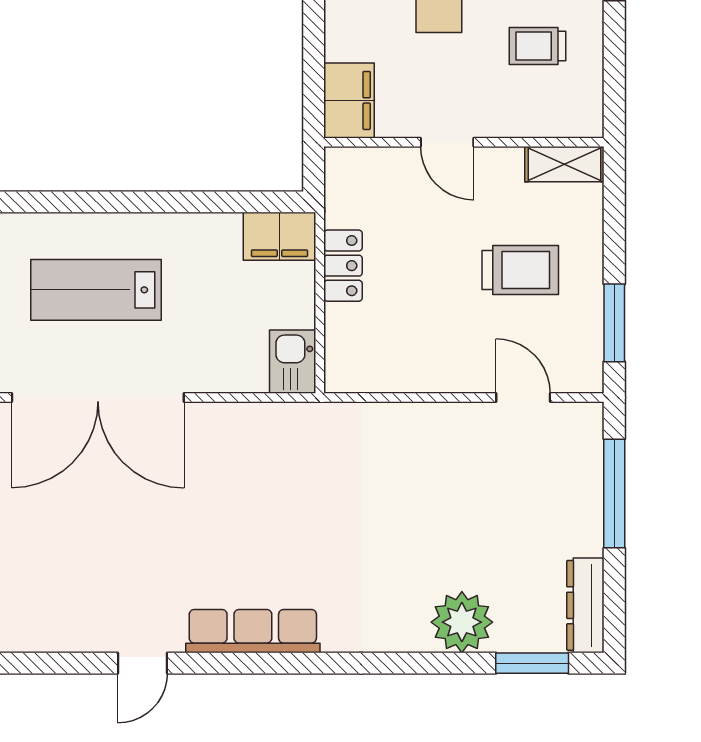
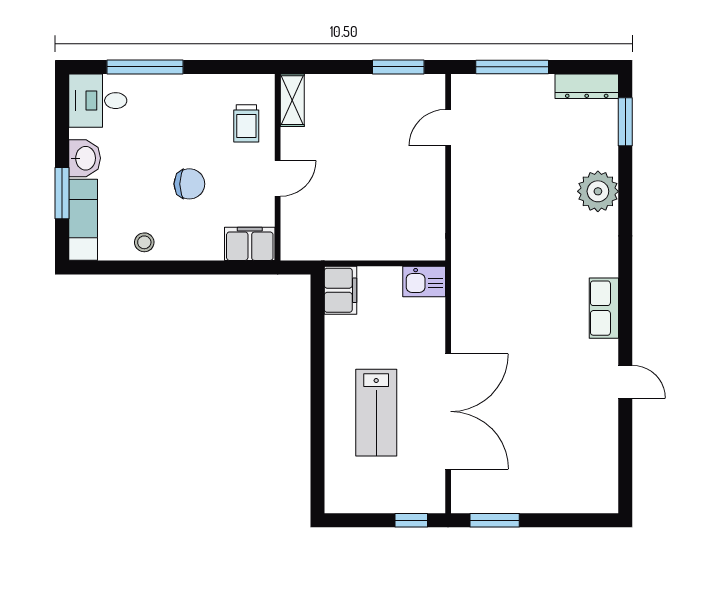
trolley: (537, 46) -> (246, 123), moved
locker: (343, 266) -> (360, 248), removed
trolley: (520, 270) -> (363, 130), removed
plant: (462, 622) -> (598, 191), moved
row of seats: (253, 631) -> (604, 308), width x0.68

